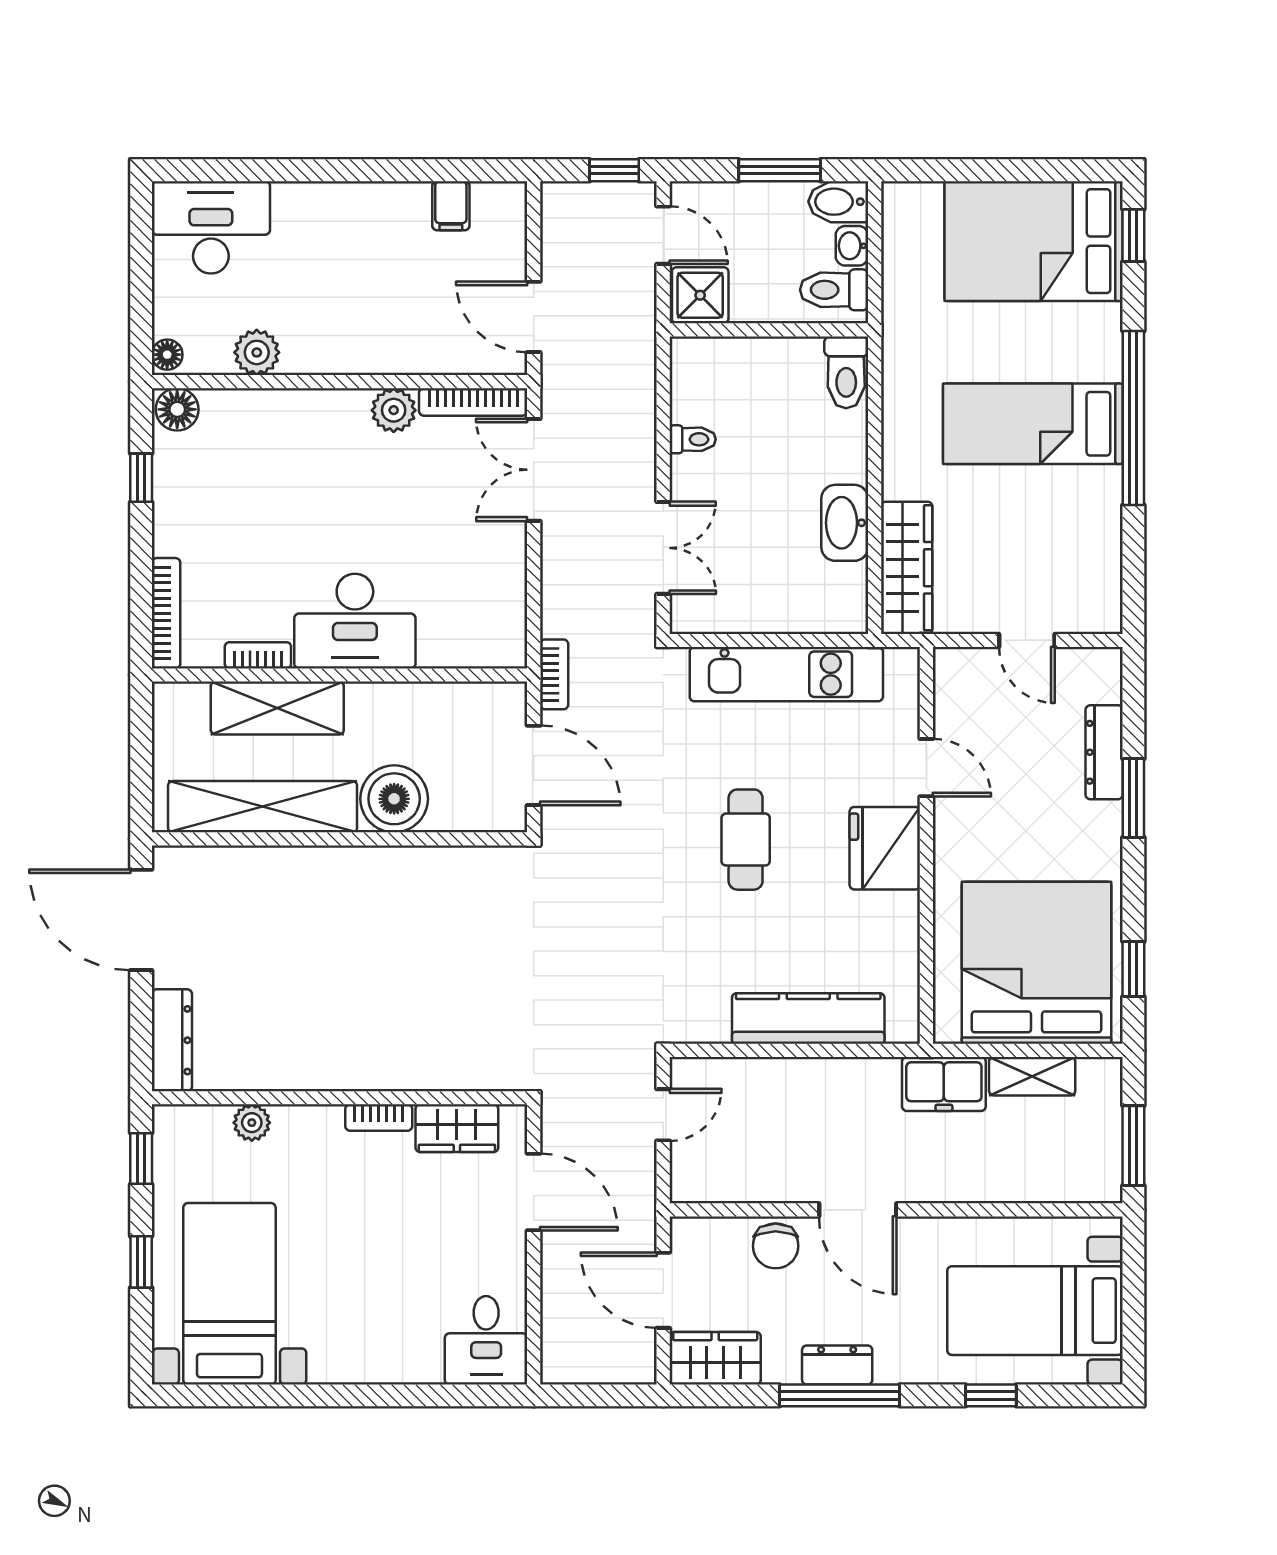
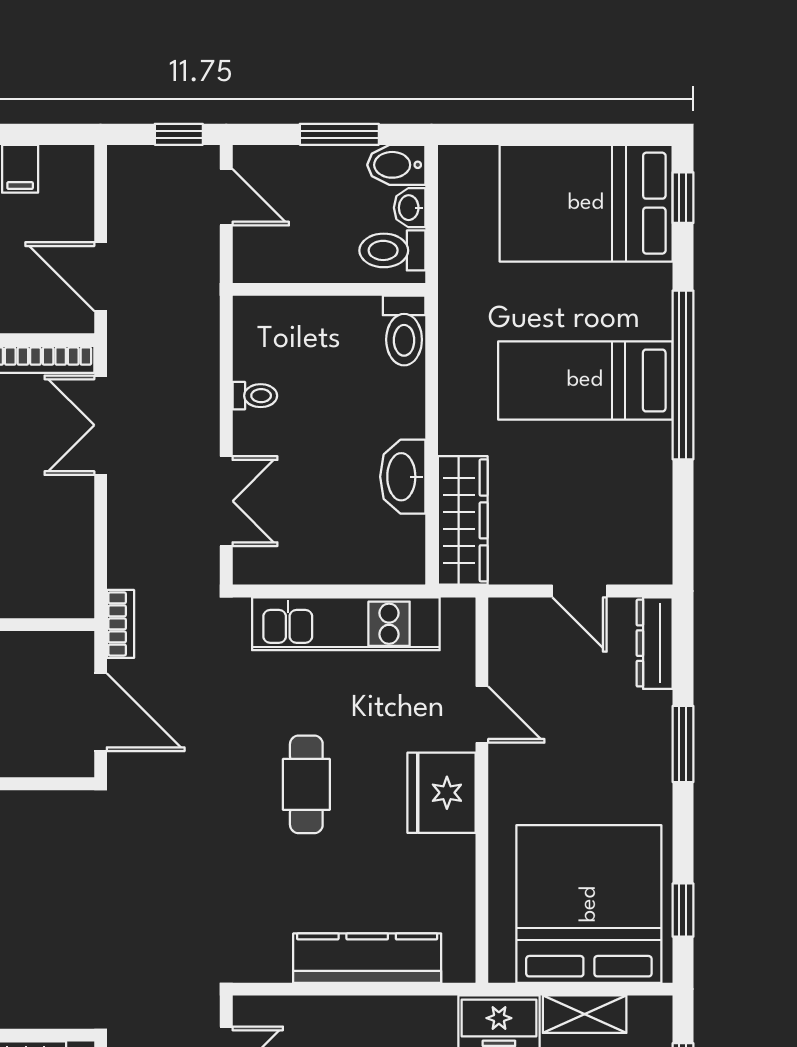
shower: (700, 295) -> (262, 256), removed
dresser: (1104, 752) -> (655, 643), moved

